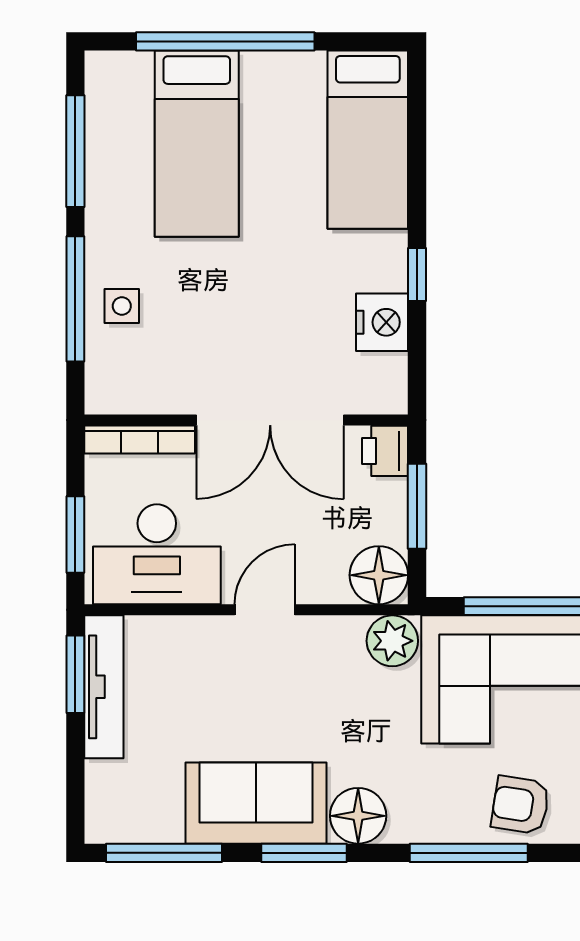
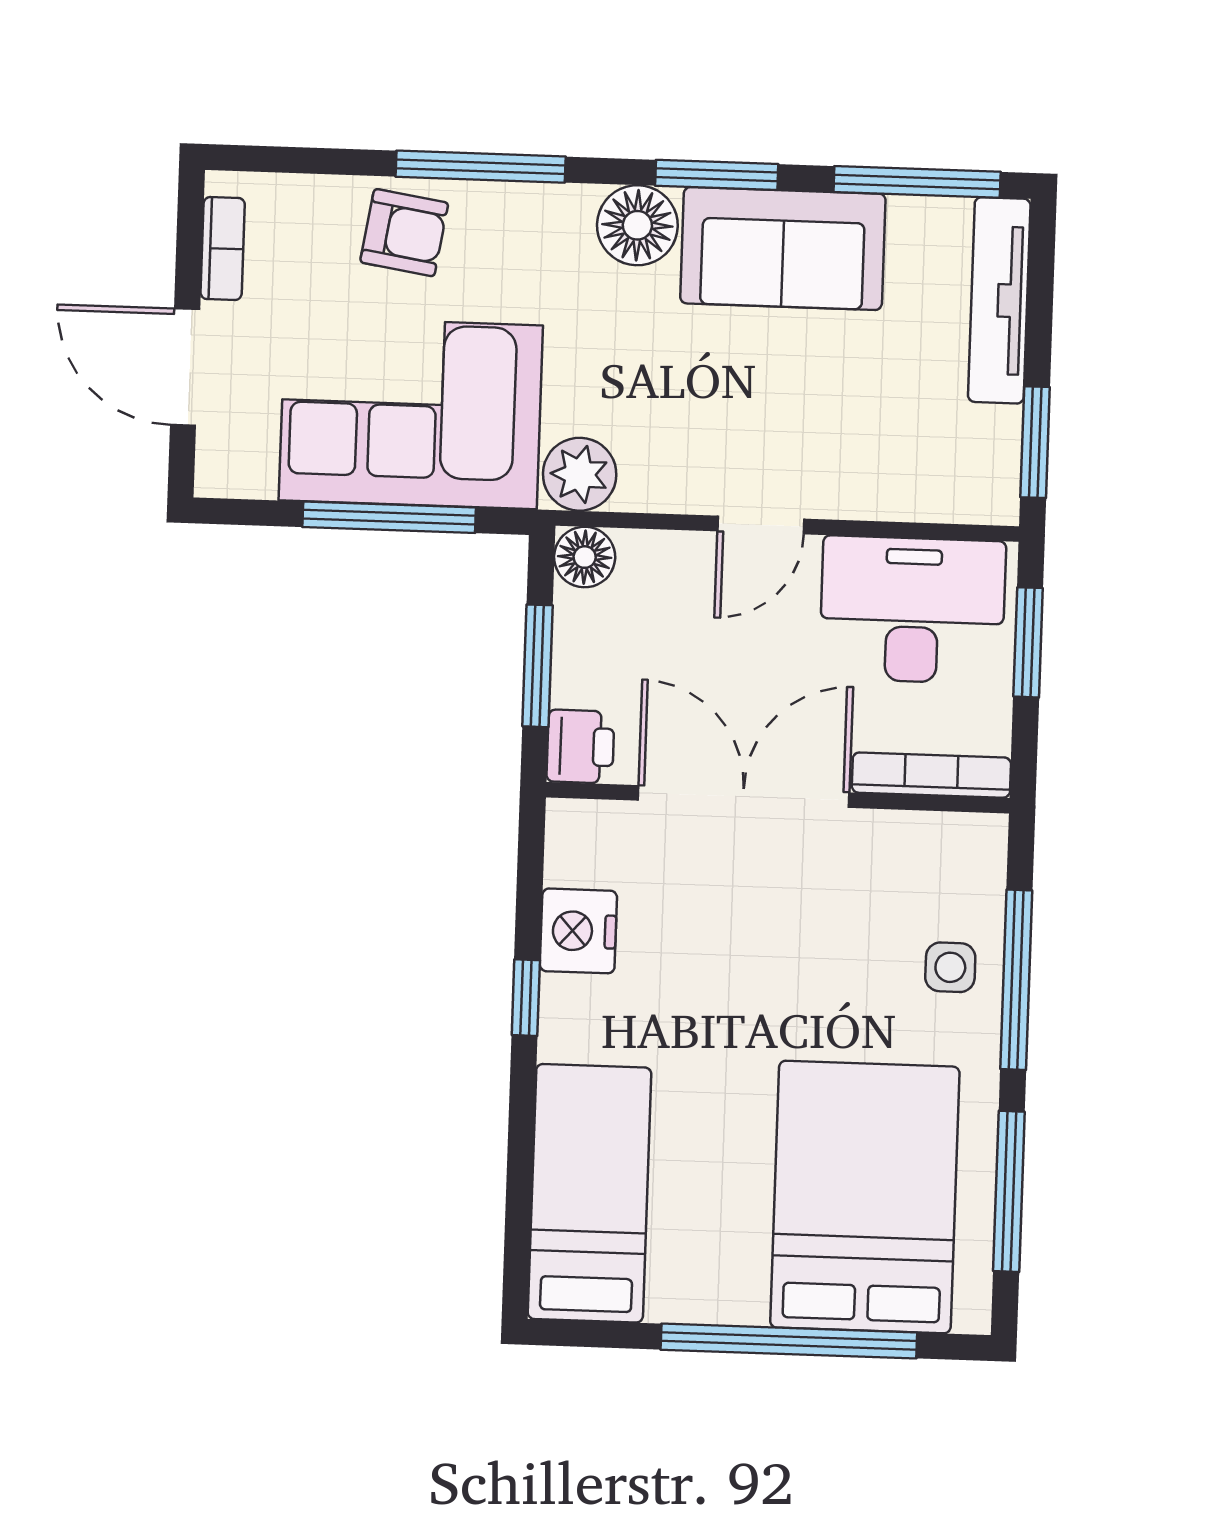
bed: (197, 144) -> (865, 1197), width x1.50
floor lamp: (379, 575) -> (585, 557), width x0.73, depth x0.73
tv unit: (104, 687) -> (999, 300), moved

